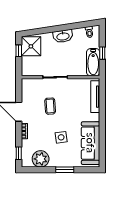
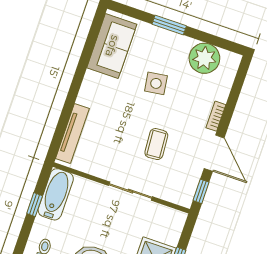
sofa: (91, 143) -> (112, 46), width x0.73
window: (19, 153) -> (201, 191), moved

